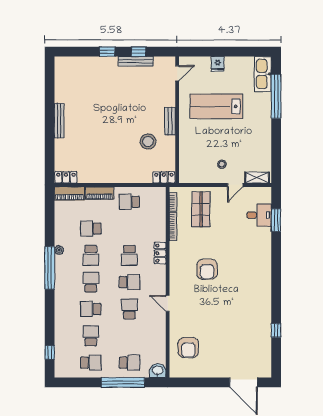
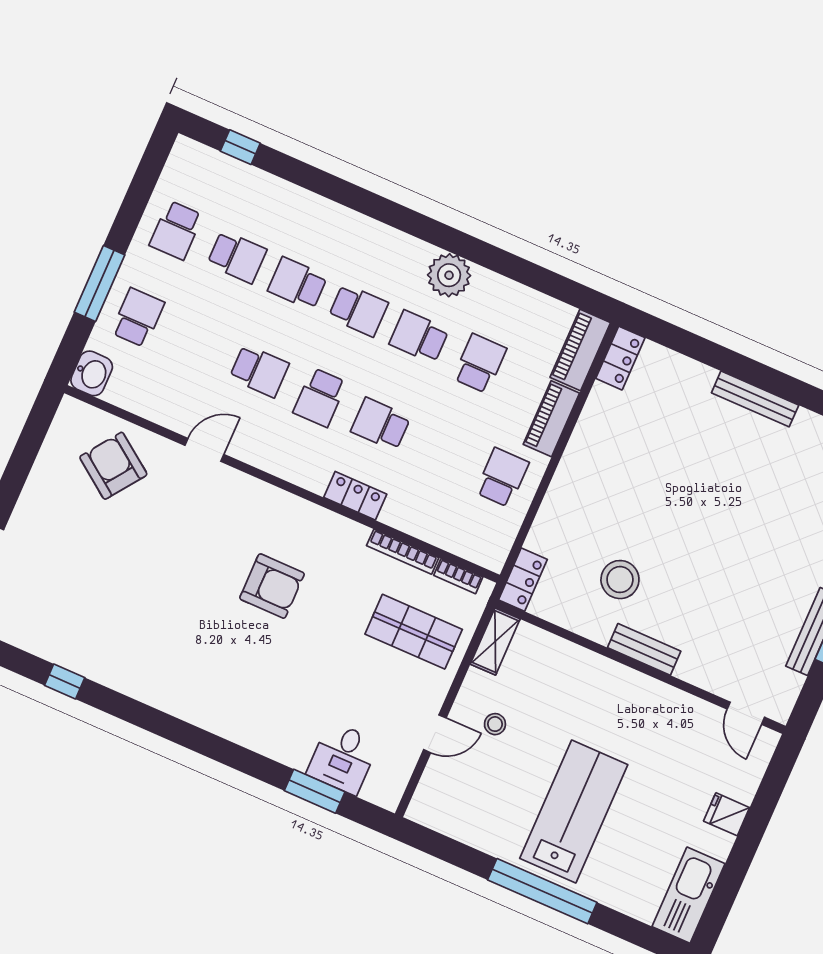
kitchen sink: (263, 74) -> (689, 895), moved, turned -90
window: (276, 96) -> (542, 891), moved
lab bench: (216, 106) -> (574, 812), moved
shelving: (257, 178) -> (495, 642), moved
door: (235, 185) -> (435, 734), swing flipped
plant: (59, 250) -> (449, 275), width x1.88, depth x1.88
window: (50, 268) -> (432, 231), removed
armchair: (207, 269) -> (272, 586), turned 180
door: (168, 303) -> (204, 450), moved
school desk: (91, 309) -> (298, 283), turned -90
armchair: (188, 348) -> (113, 466), turned 36
school desk: (129, 363) -> (138, 318), turned 180
window: (123, 382) -> (99, 283), width x0.68

